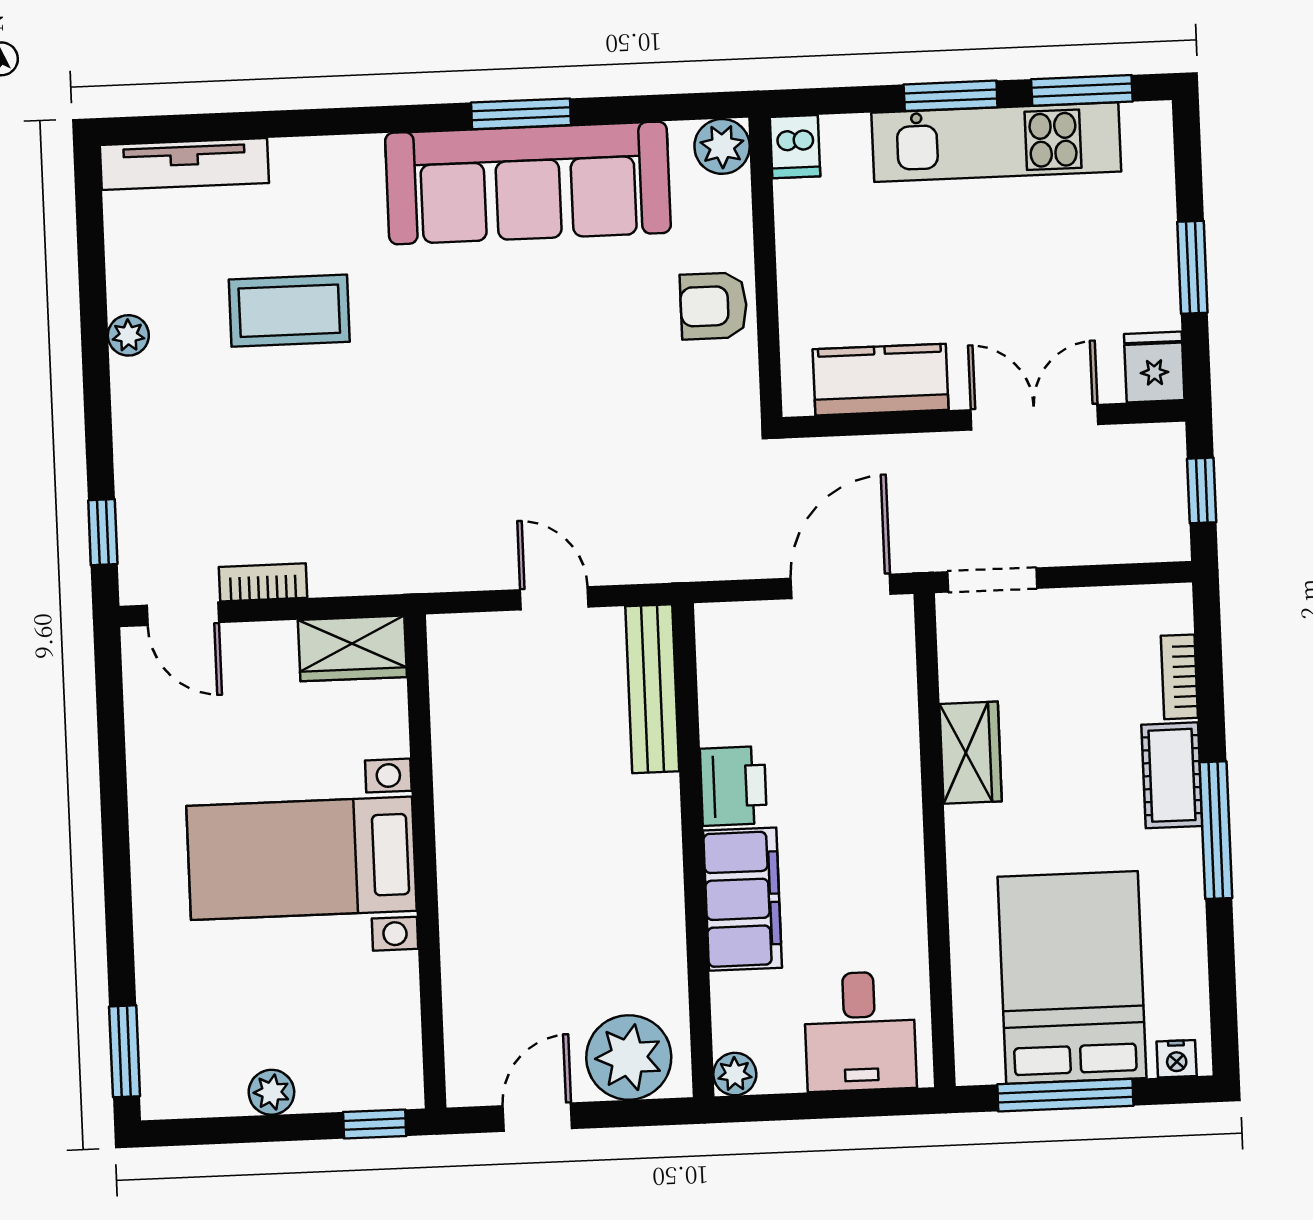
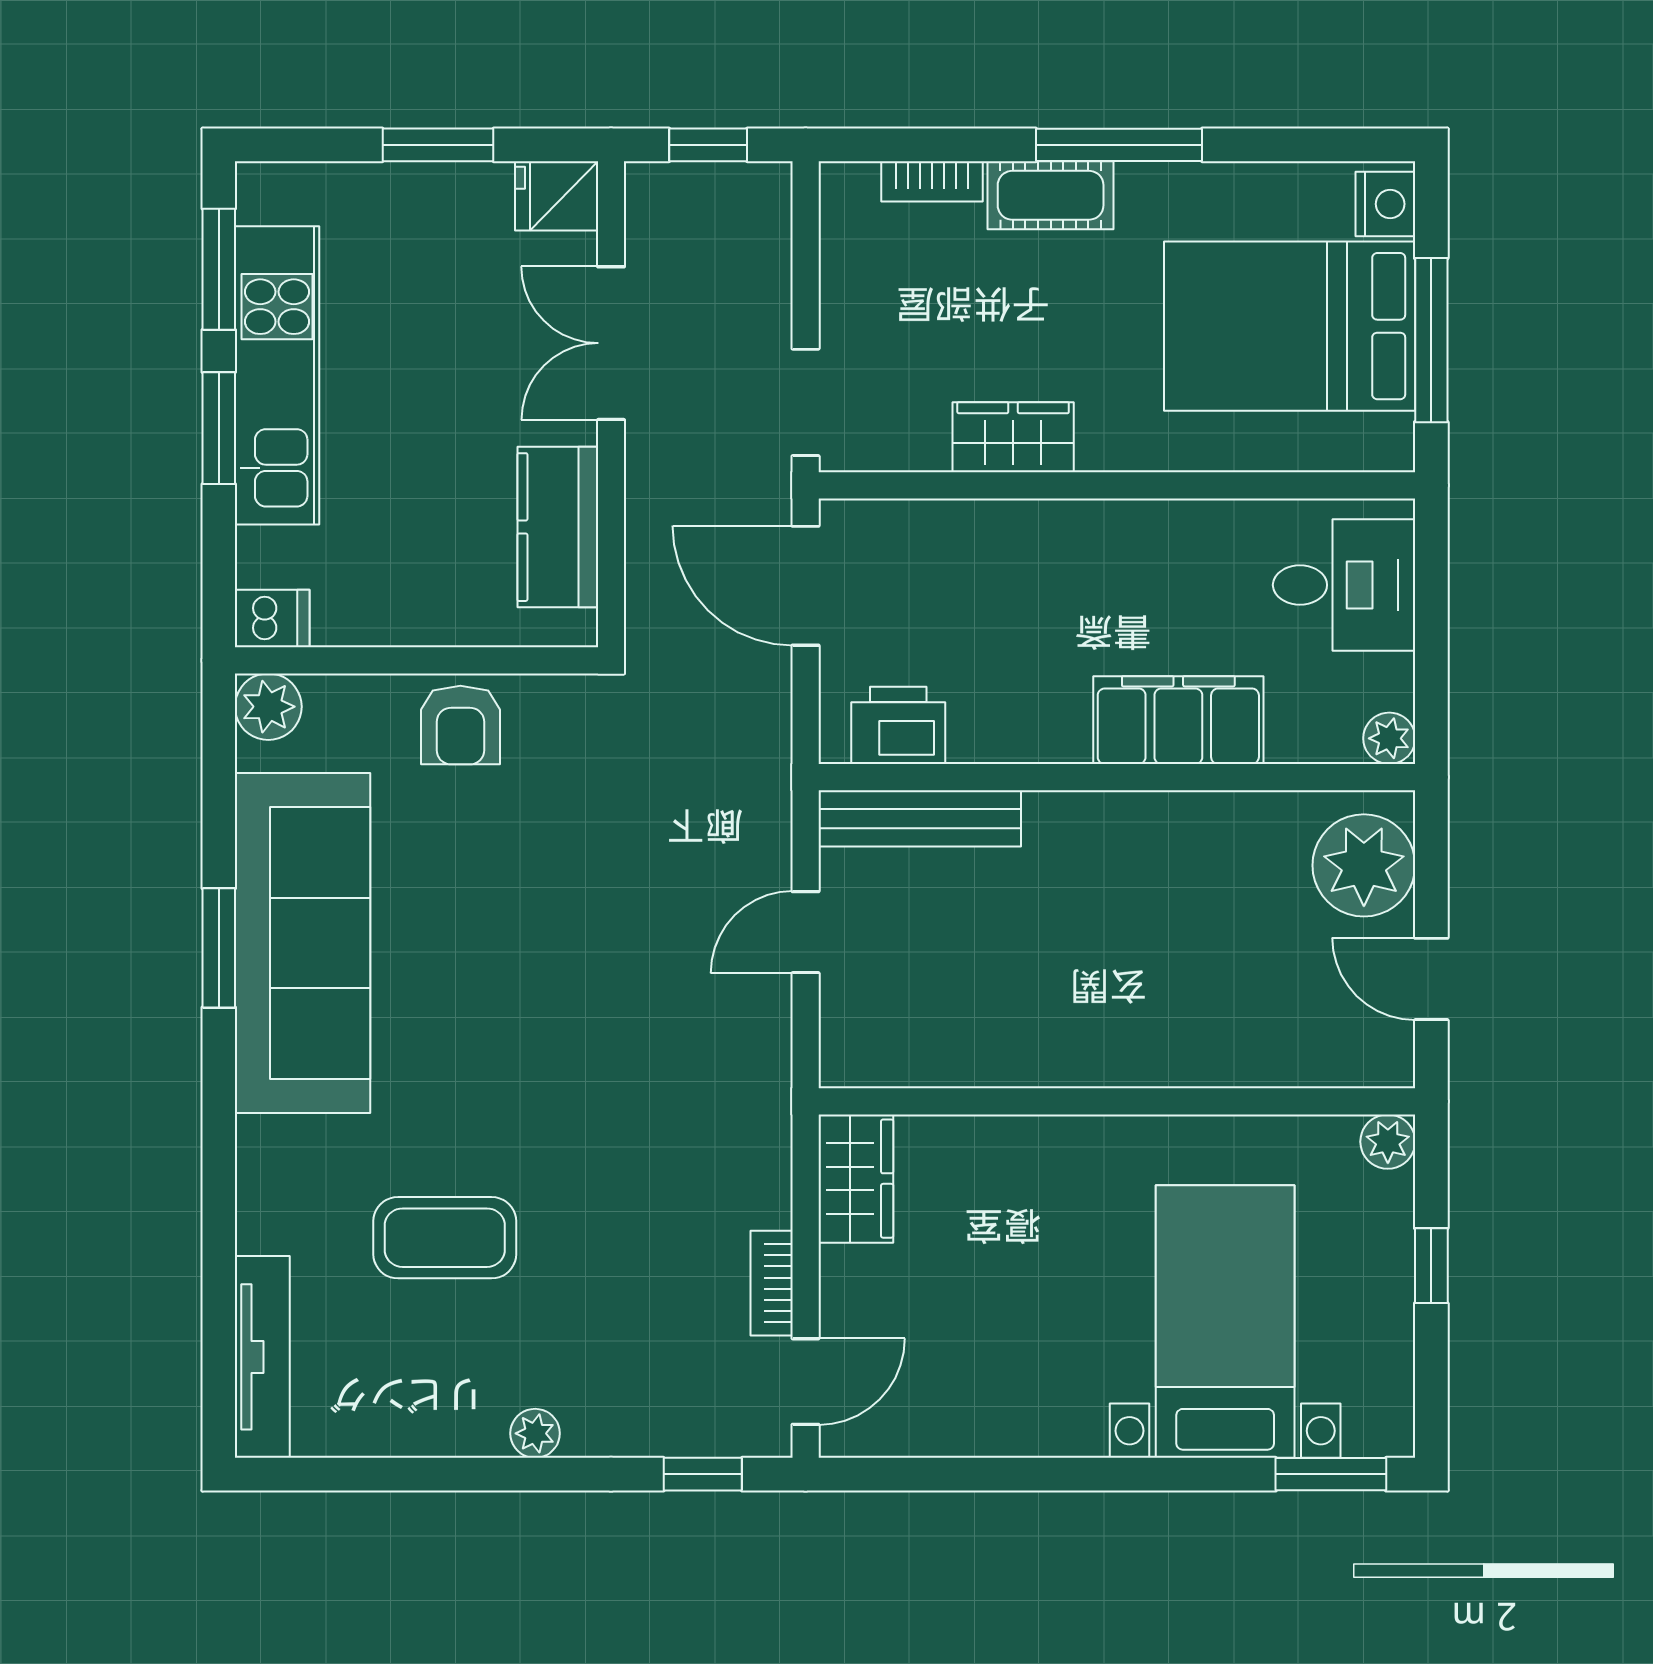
coffee table: (289, 311) -> (445, 1238), turned 90
plant: (128, 335) -> (535, 1433), moved
printer: (733, 786) -> (898, 725), moved
bed with nightstands: (301, 858) -> (1225, 1322), moved, turned 180
nightstand: (1177, 1059) -> (1385, 204), width x1.39, depth x1.35
plant: (271, 1092) -> (1388, 1142), moved
window: (375, 1124) -> (1431, 1266), moved

